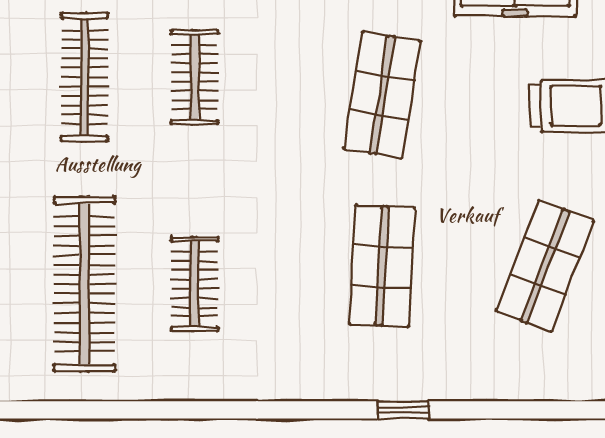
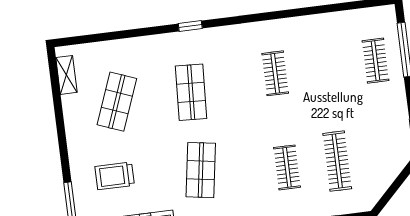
clothes rail: (84, 284) -> (325, 67), removed
window: (403, 410) -> (190, 26), moved

